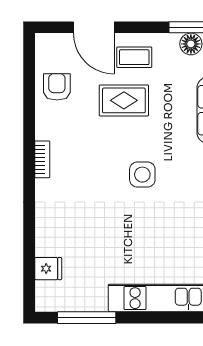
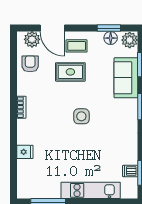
plant: (60, 46) -> (32, 39), added
fridge: (48, 269) -> (25, 152), moved

